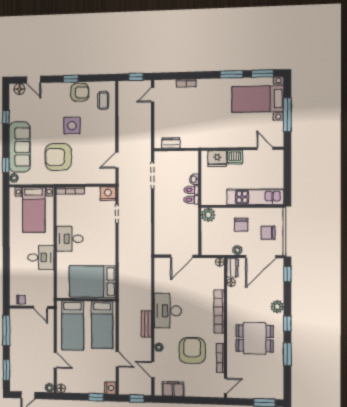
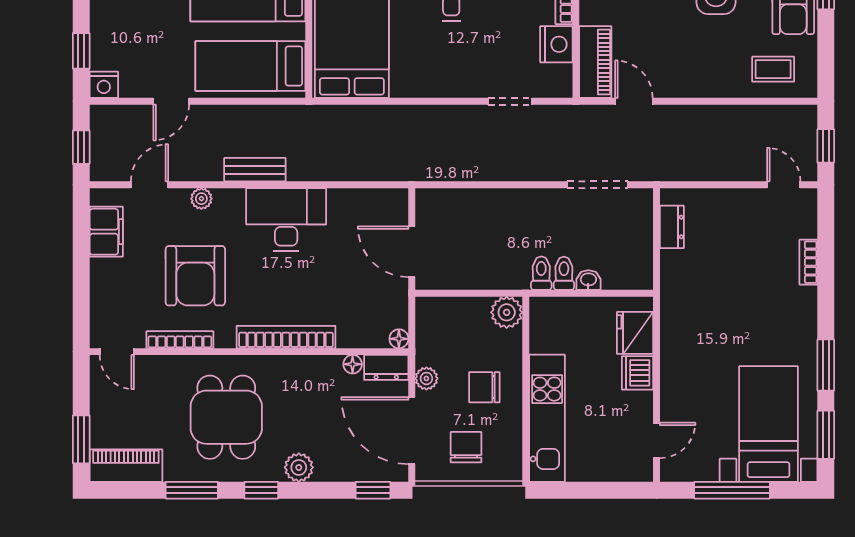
piano: (100, 177) -> (595, 62), added
nightstand: (108, 194) -> (556, 44), moved
armchair: (192, 351) -> (195, 276), turned 90
piano: (276, 383) -> (126, 466), added

